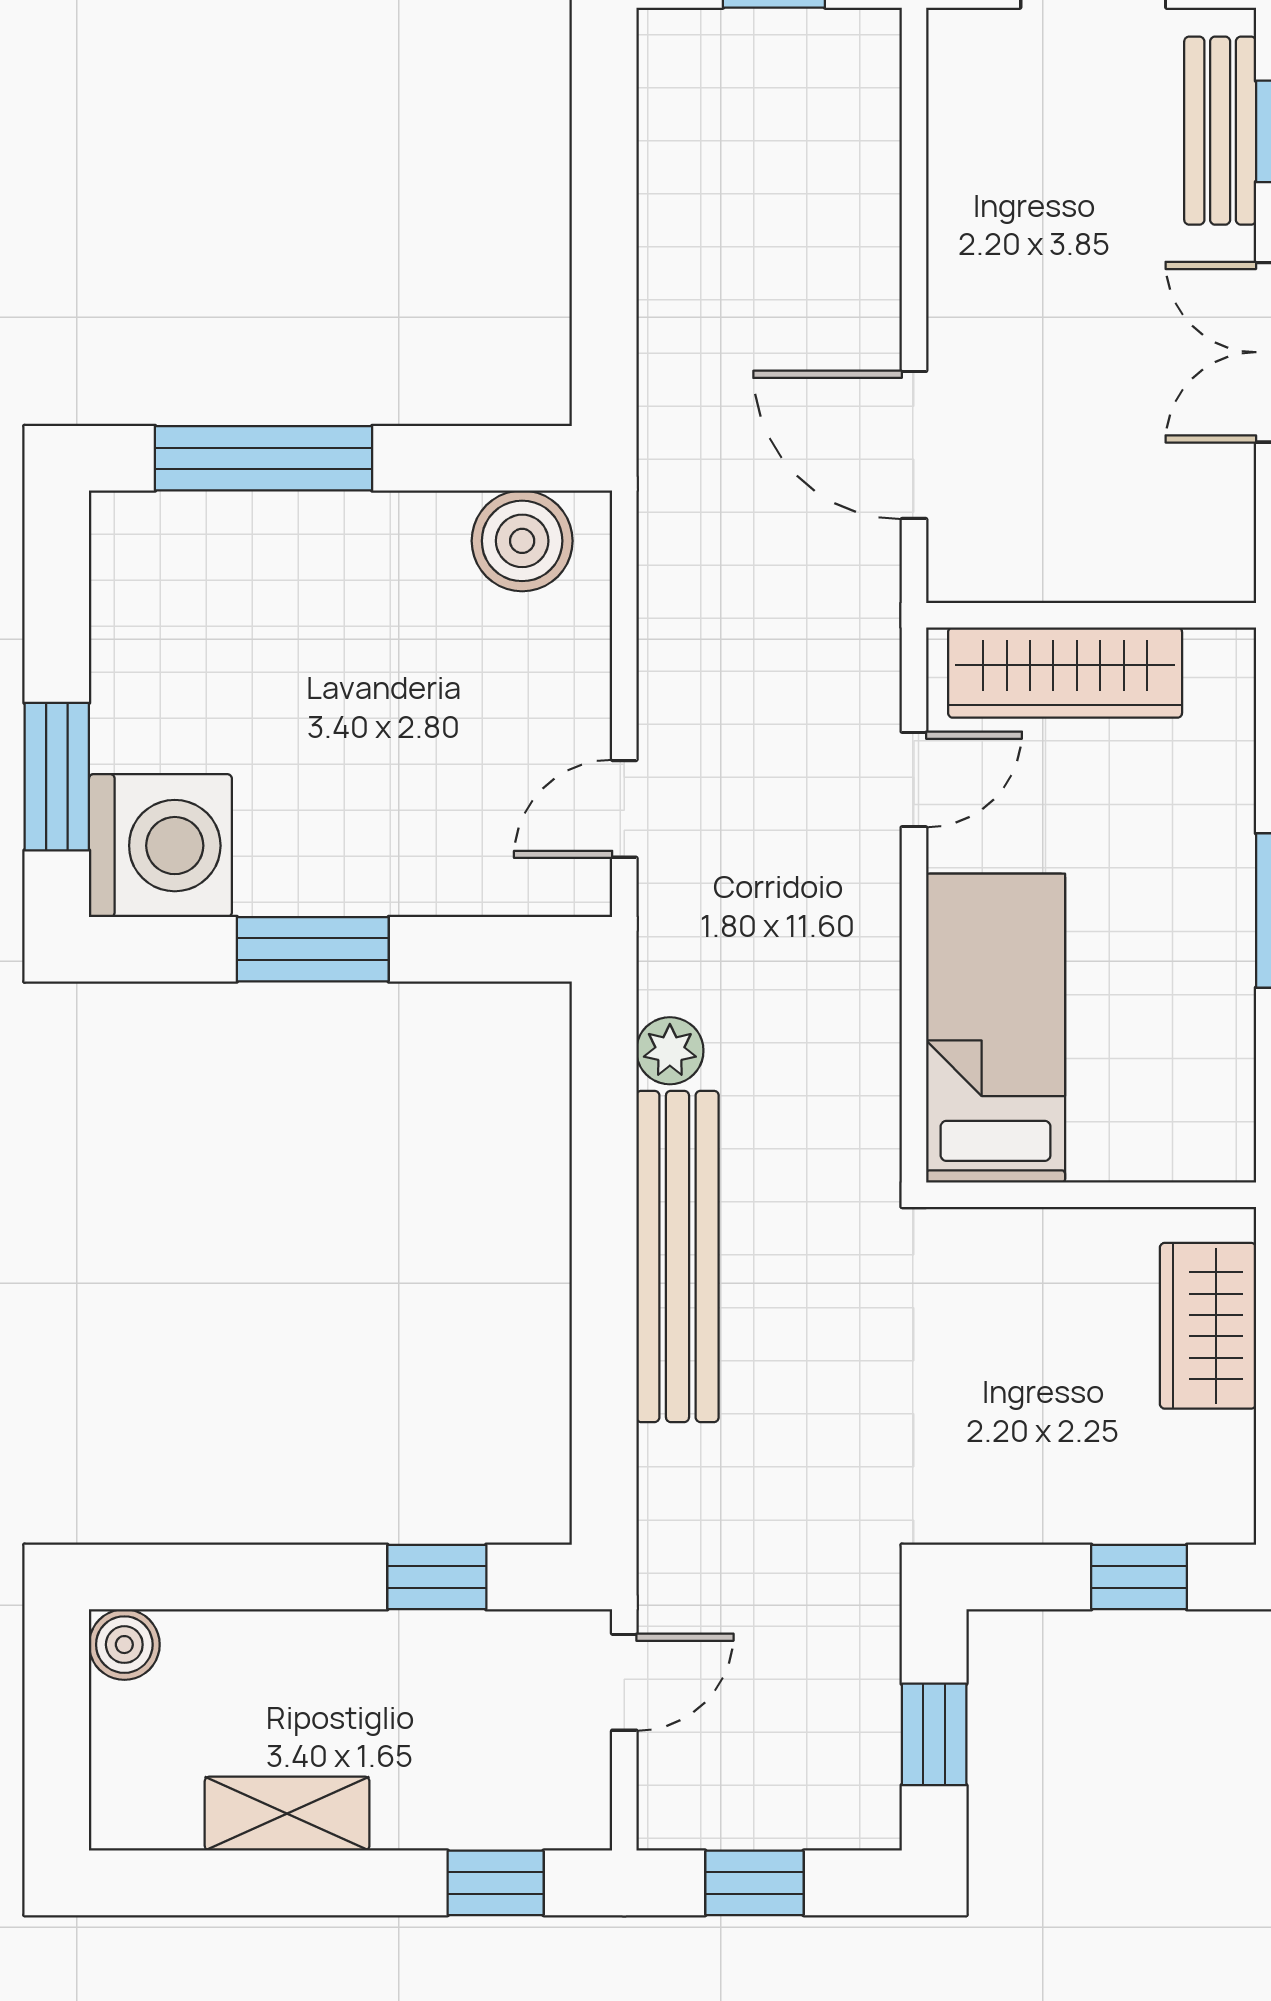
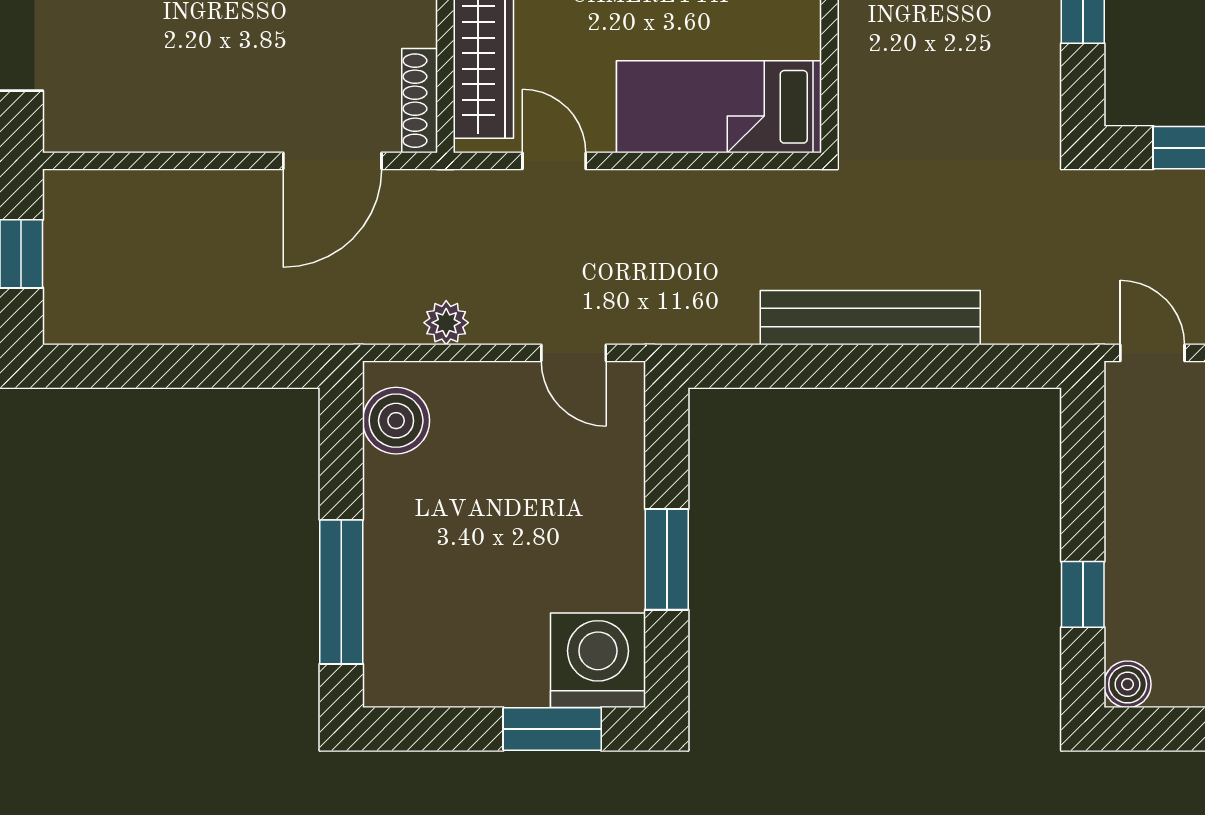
shoe rack: (1005, 576) -> (420, 101), added
plant: (670, 1051) -> (446, 323), moved
window: (437, 1577) -> (1083, 594), moved

